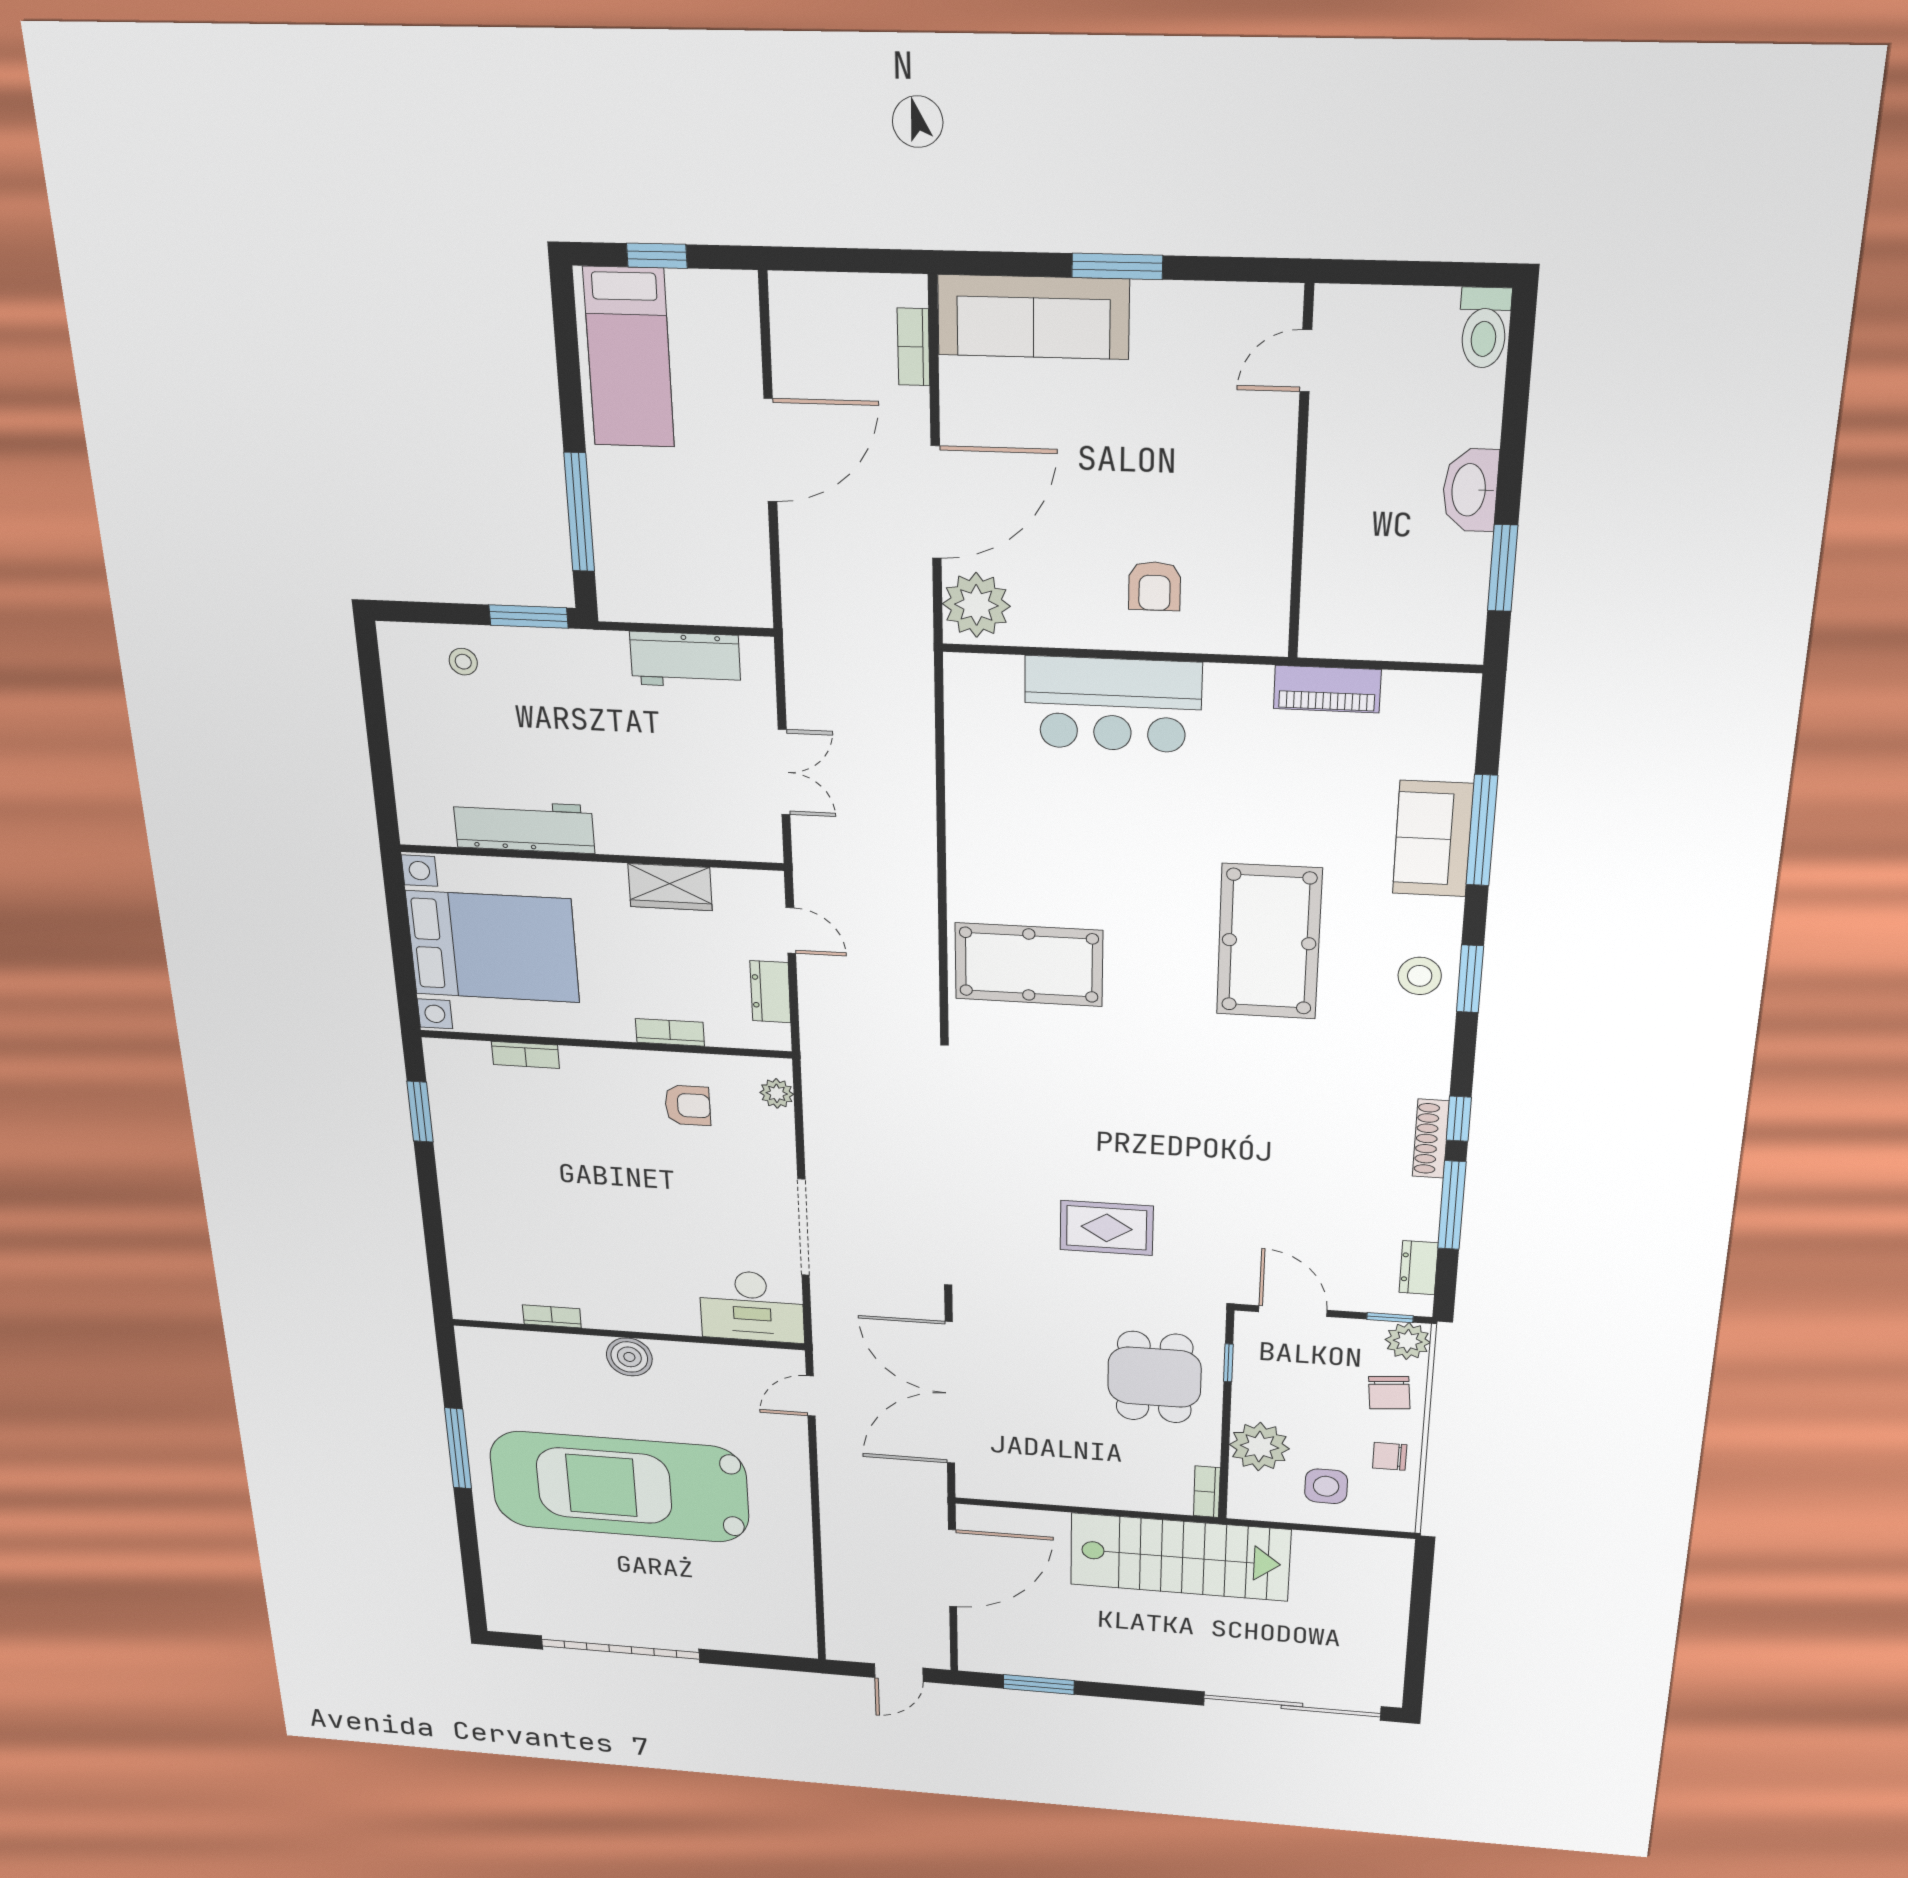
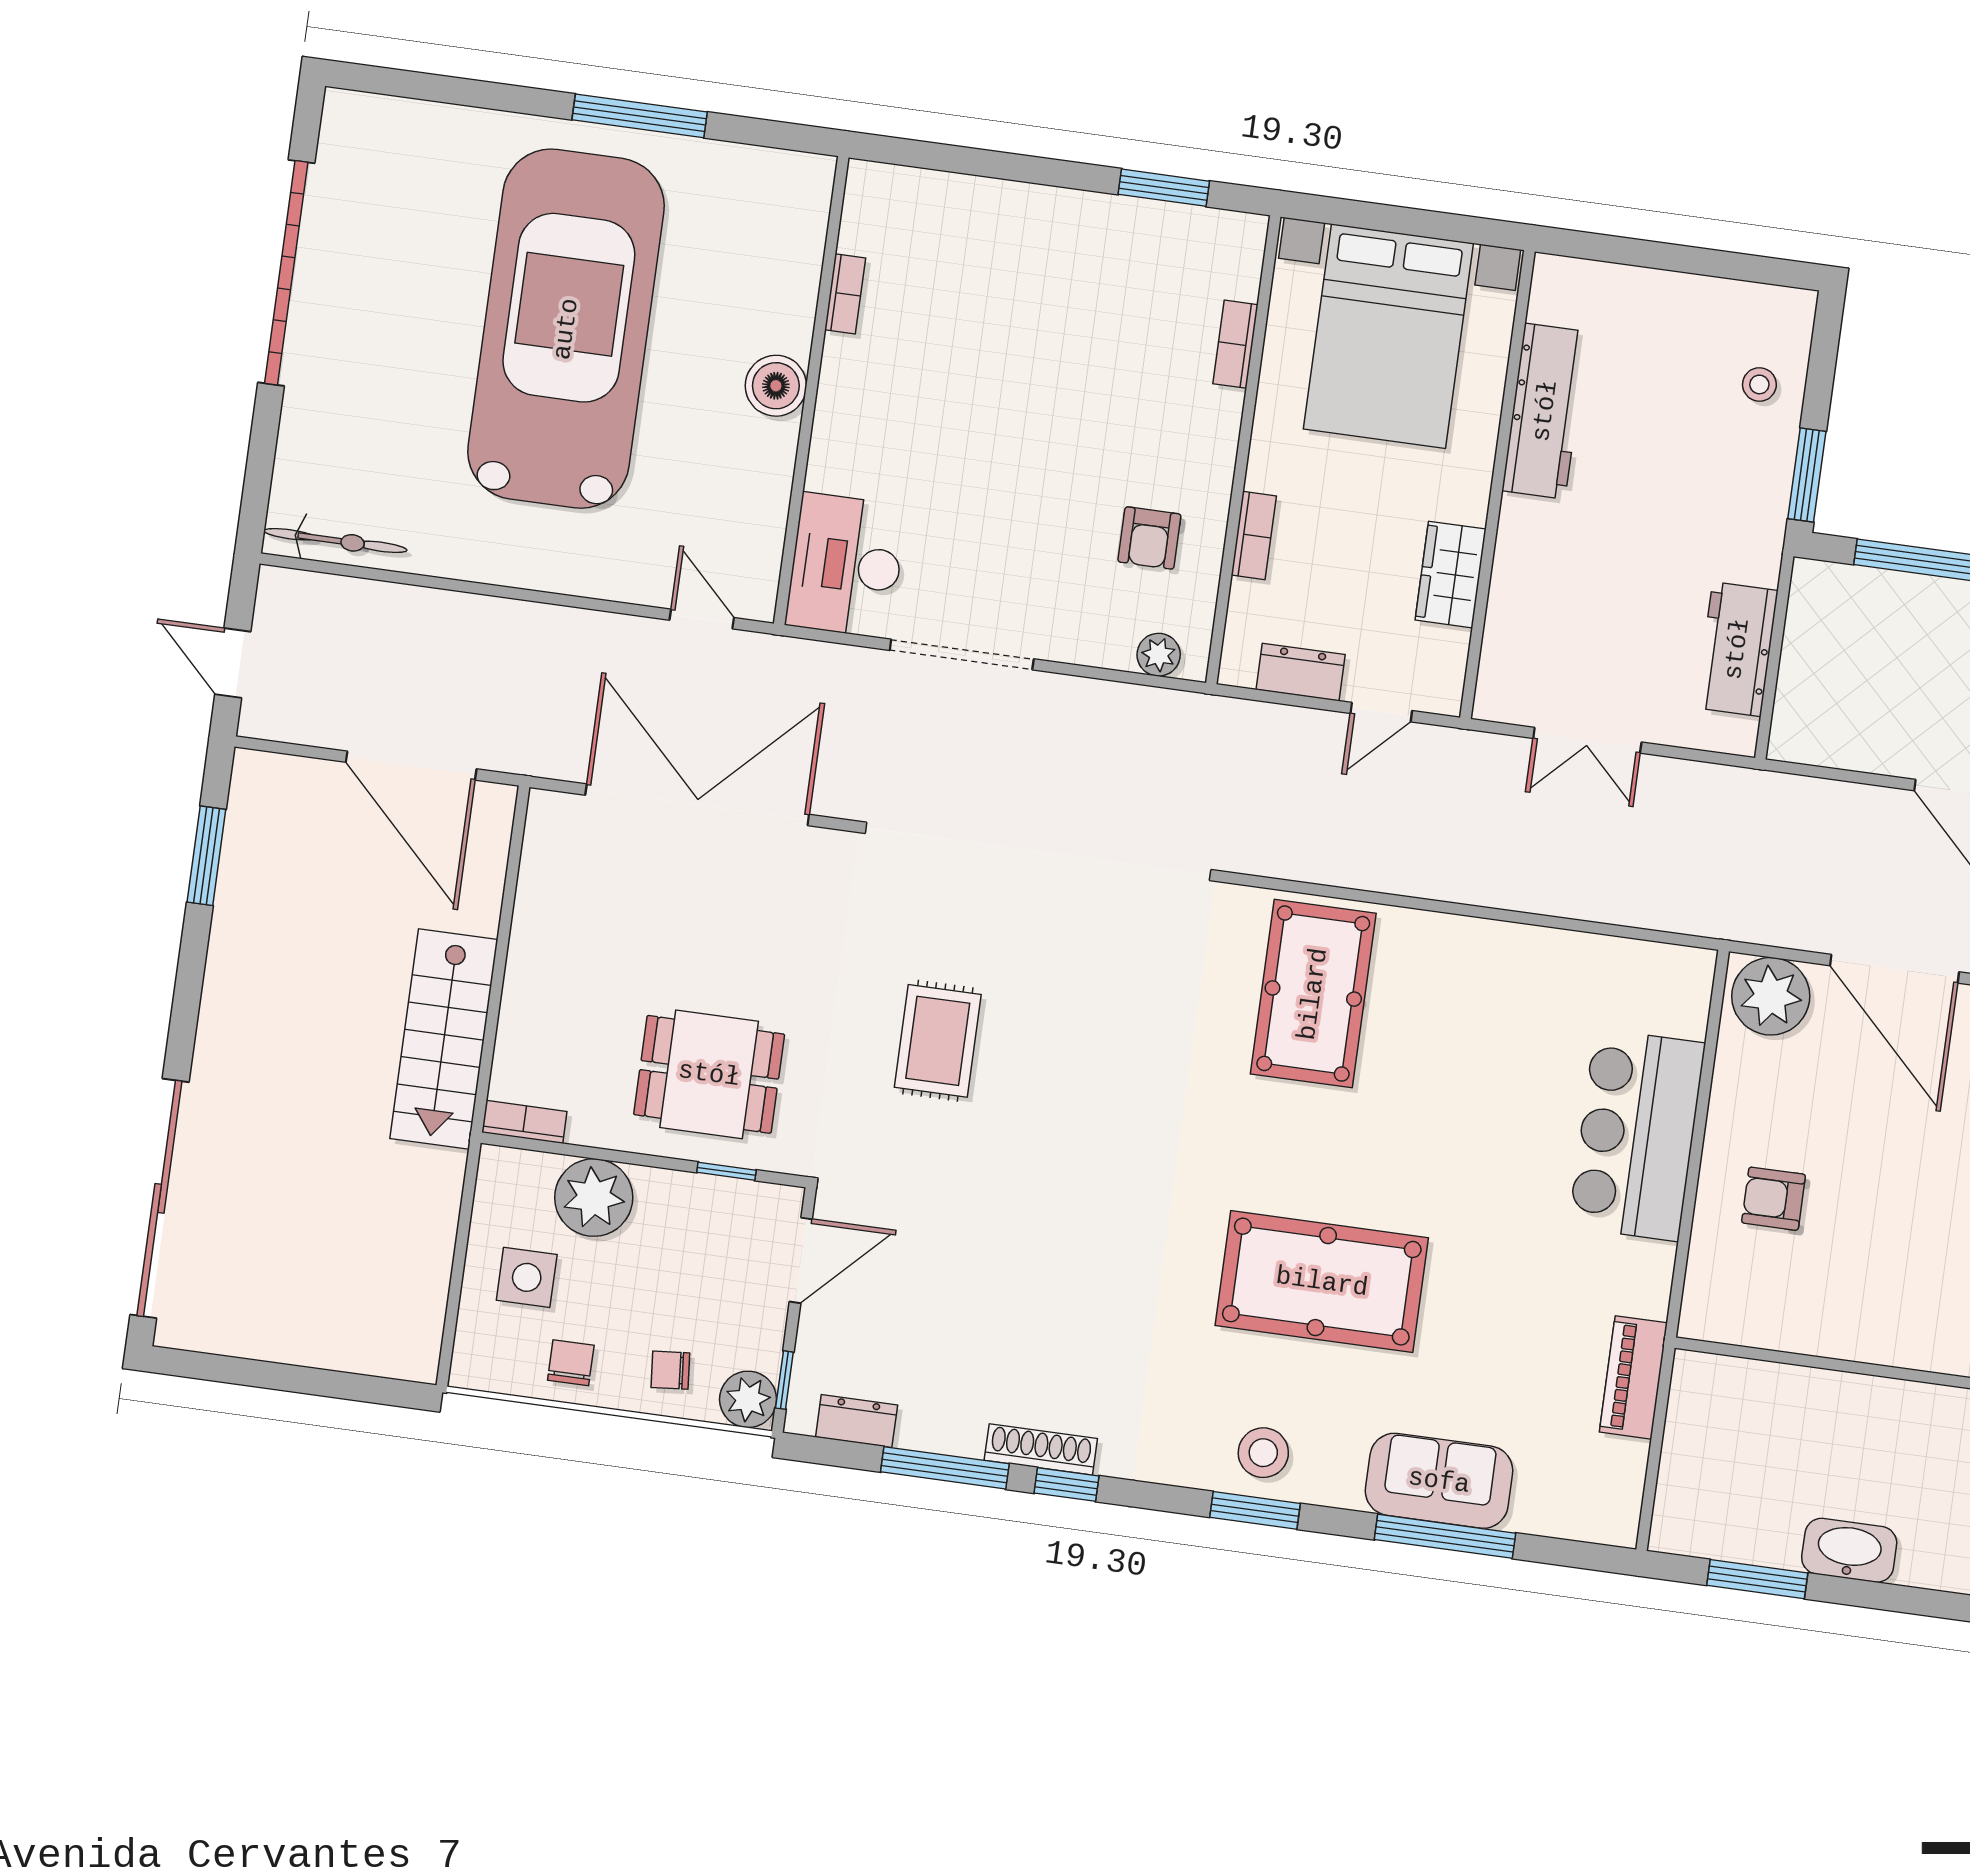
chair: (1389, 1393) -> (670, 1370), width x0.73, depth x0.73
stairs: (1180, 1557) -> (444, 1039), width x0.73, depth x0.66
bicycle: (800, 1617) -> (335, 541), added

